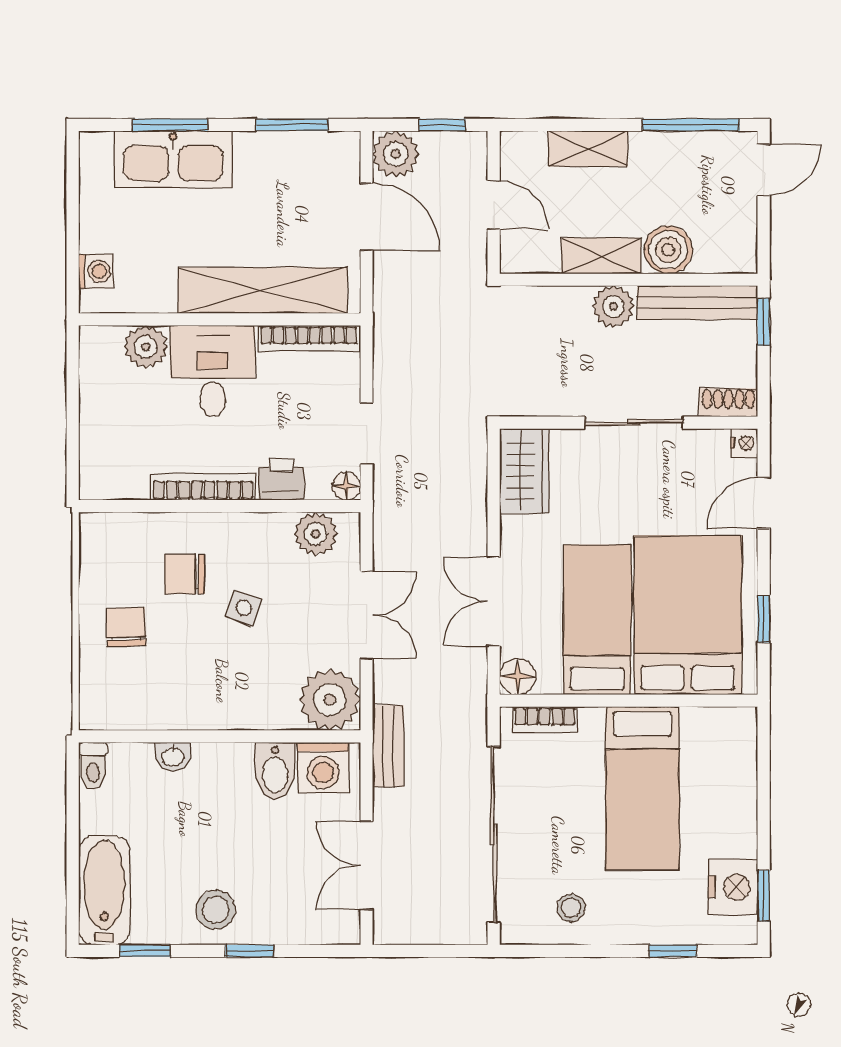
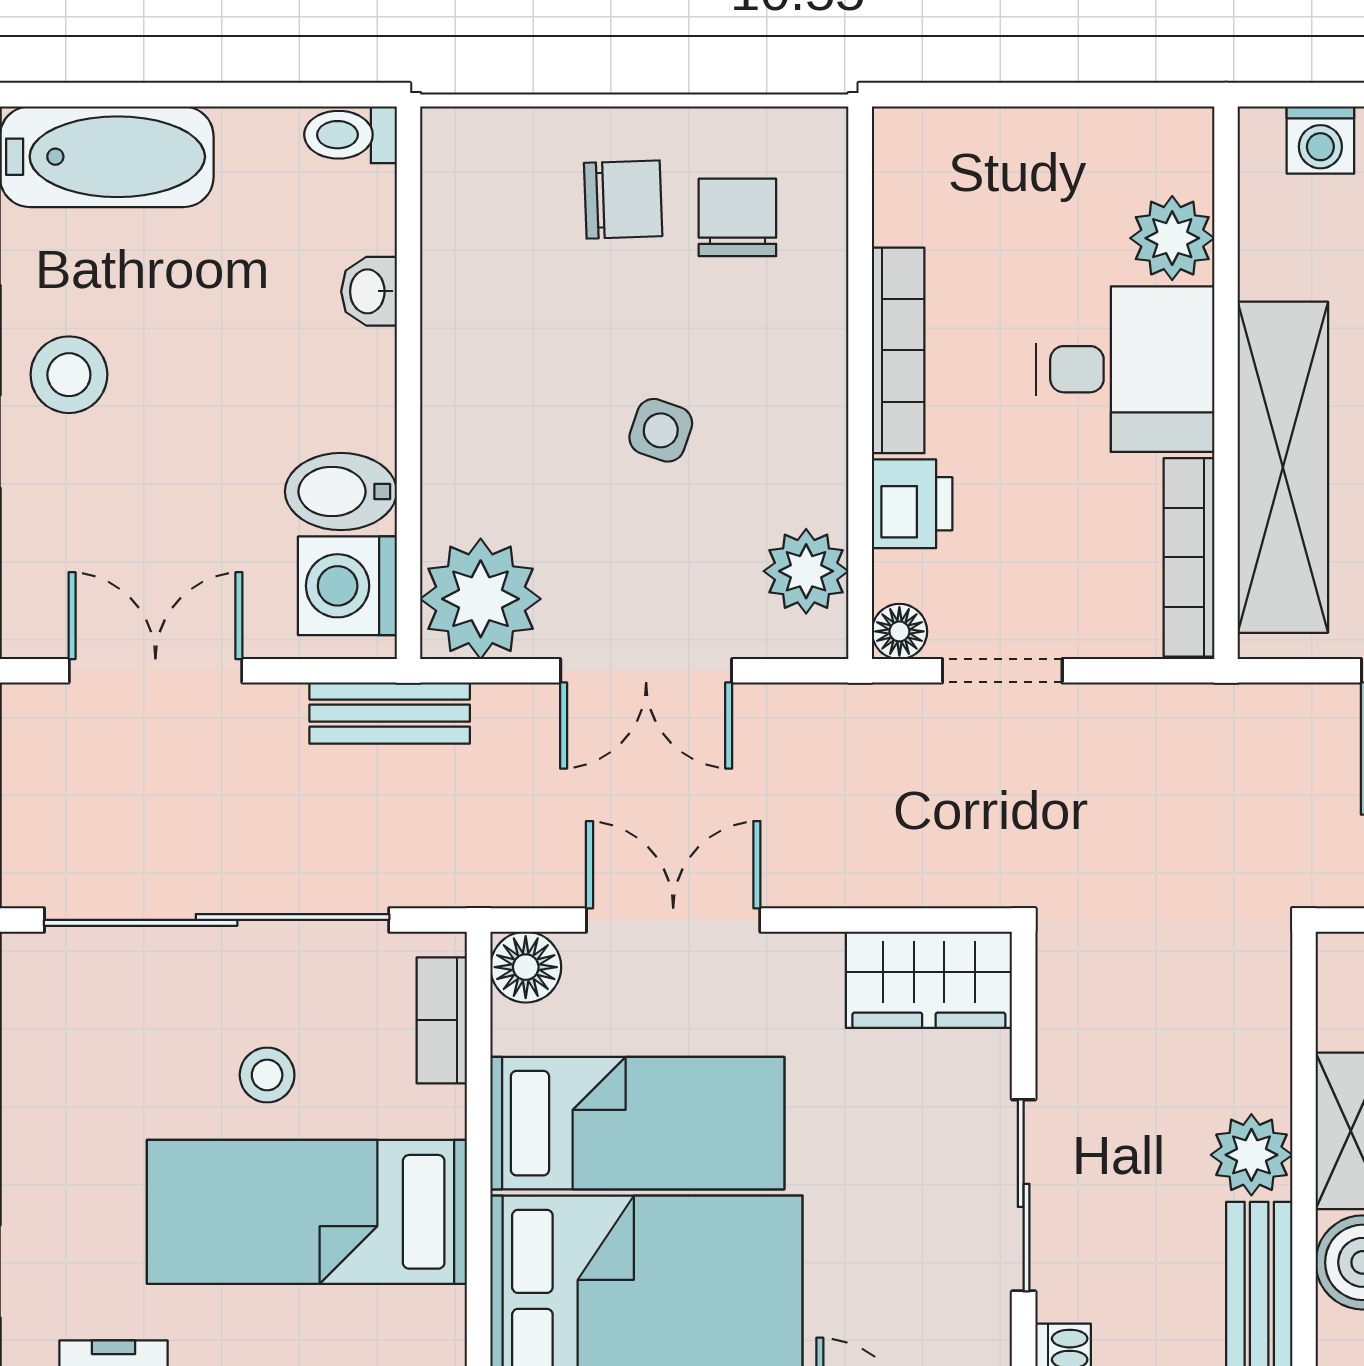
chair: (185, 574) -> (737, 217), moved
stool: (571, 908) -> (267, 1075), moved

